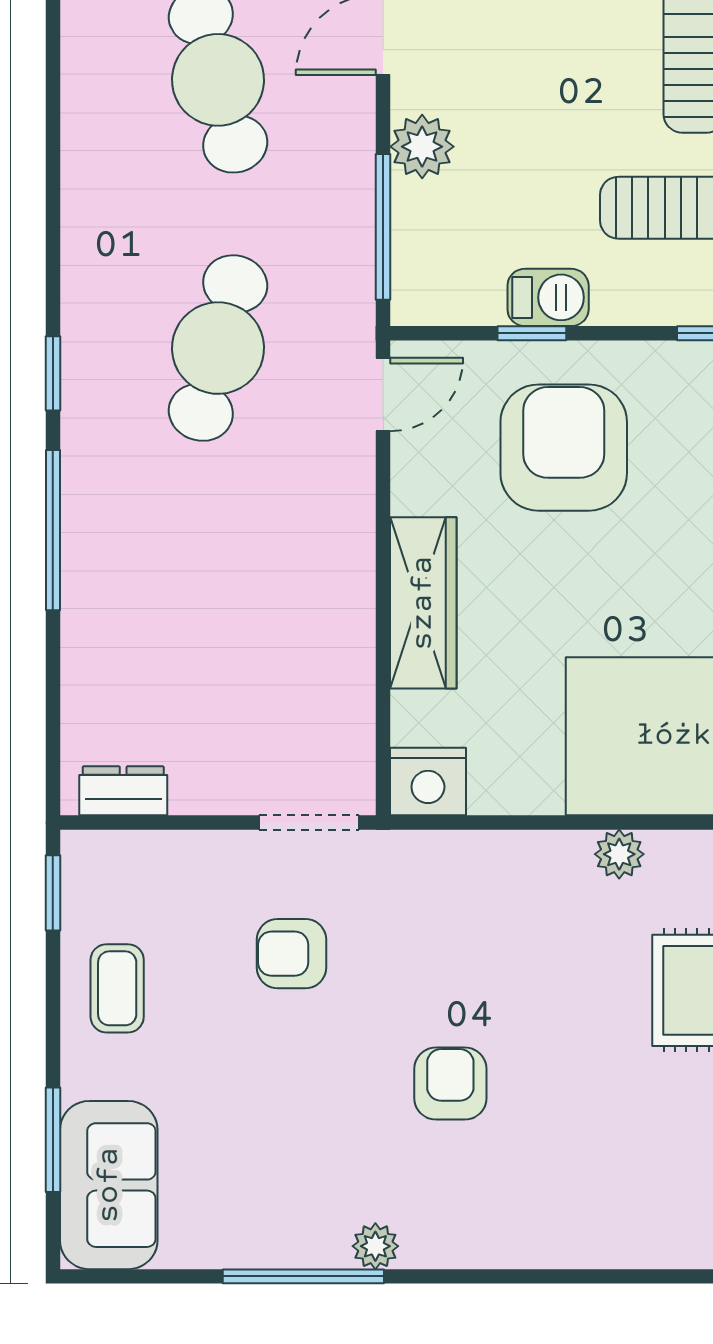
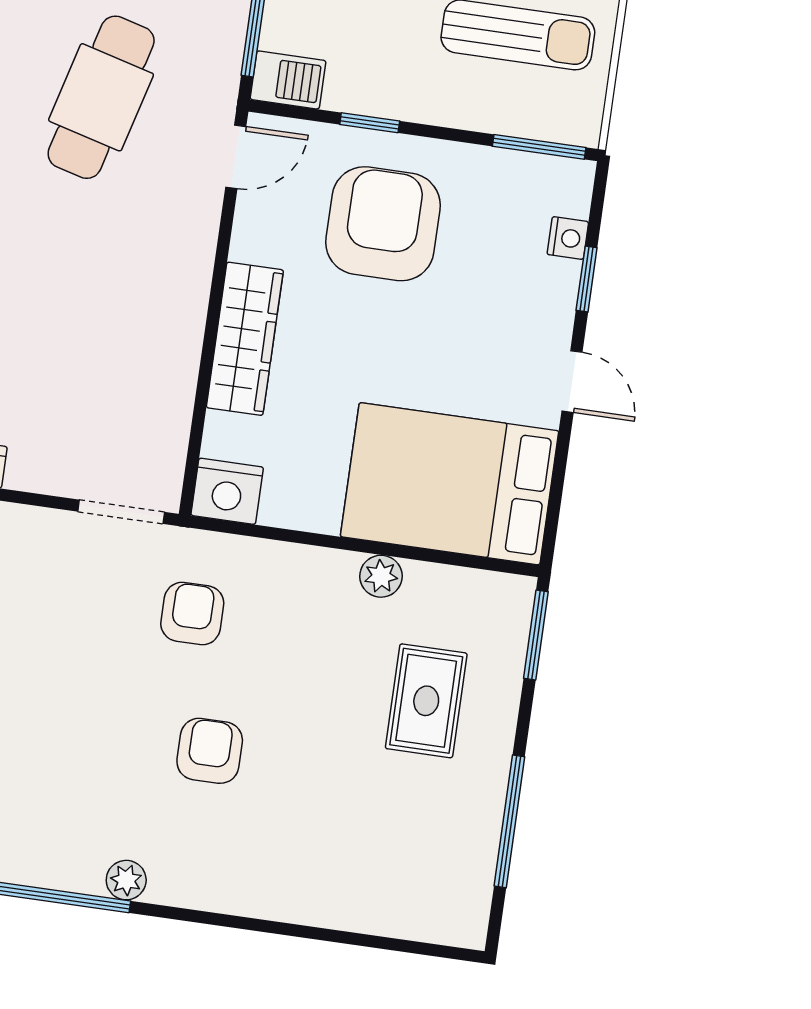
barbecue: (548, 297) -> (288, 80), moved
armchair: (291, 954) -> (192, 614), moved, turned 90

